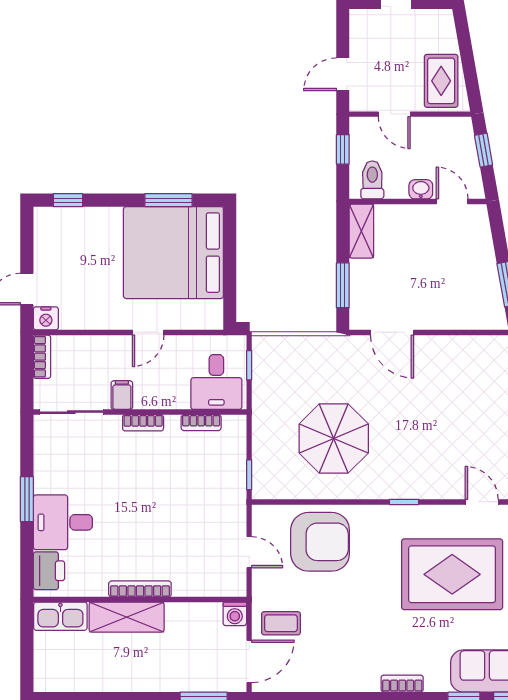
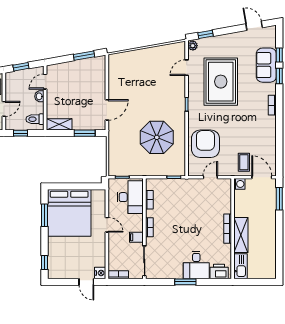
desk: (216, 382) -> (130, 197), width x1.37

